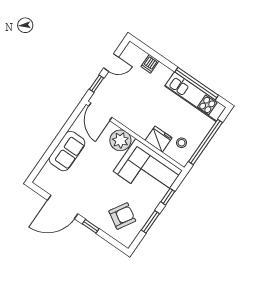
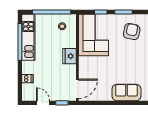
fridge: (159, 139) -> (70, 56), moved
plant: (120, 140) -> (86, 64), removed
sofa: (67, 151) -> (126, 93), moved
armchair: (122, 216) -> (132, 32), turned 70

